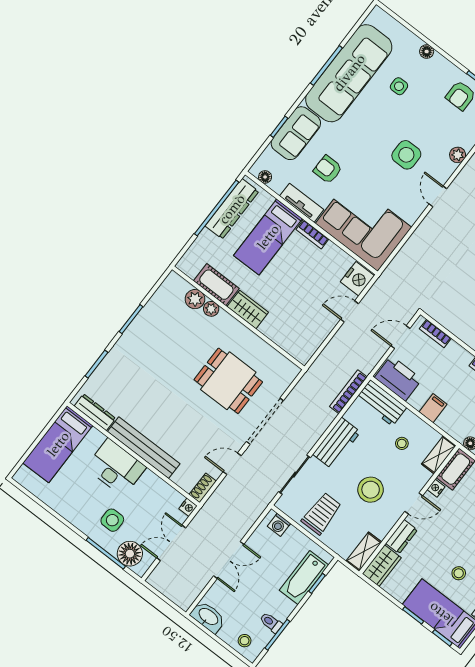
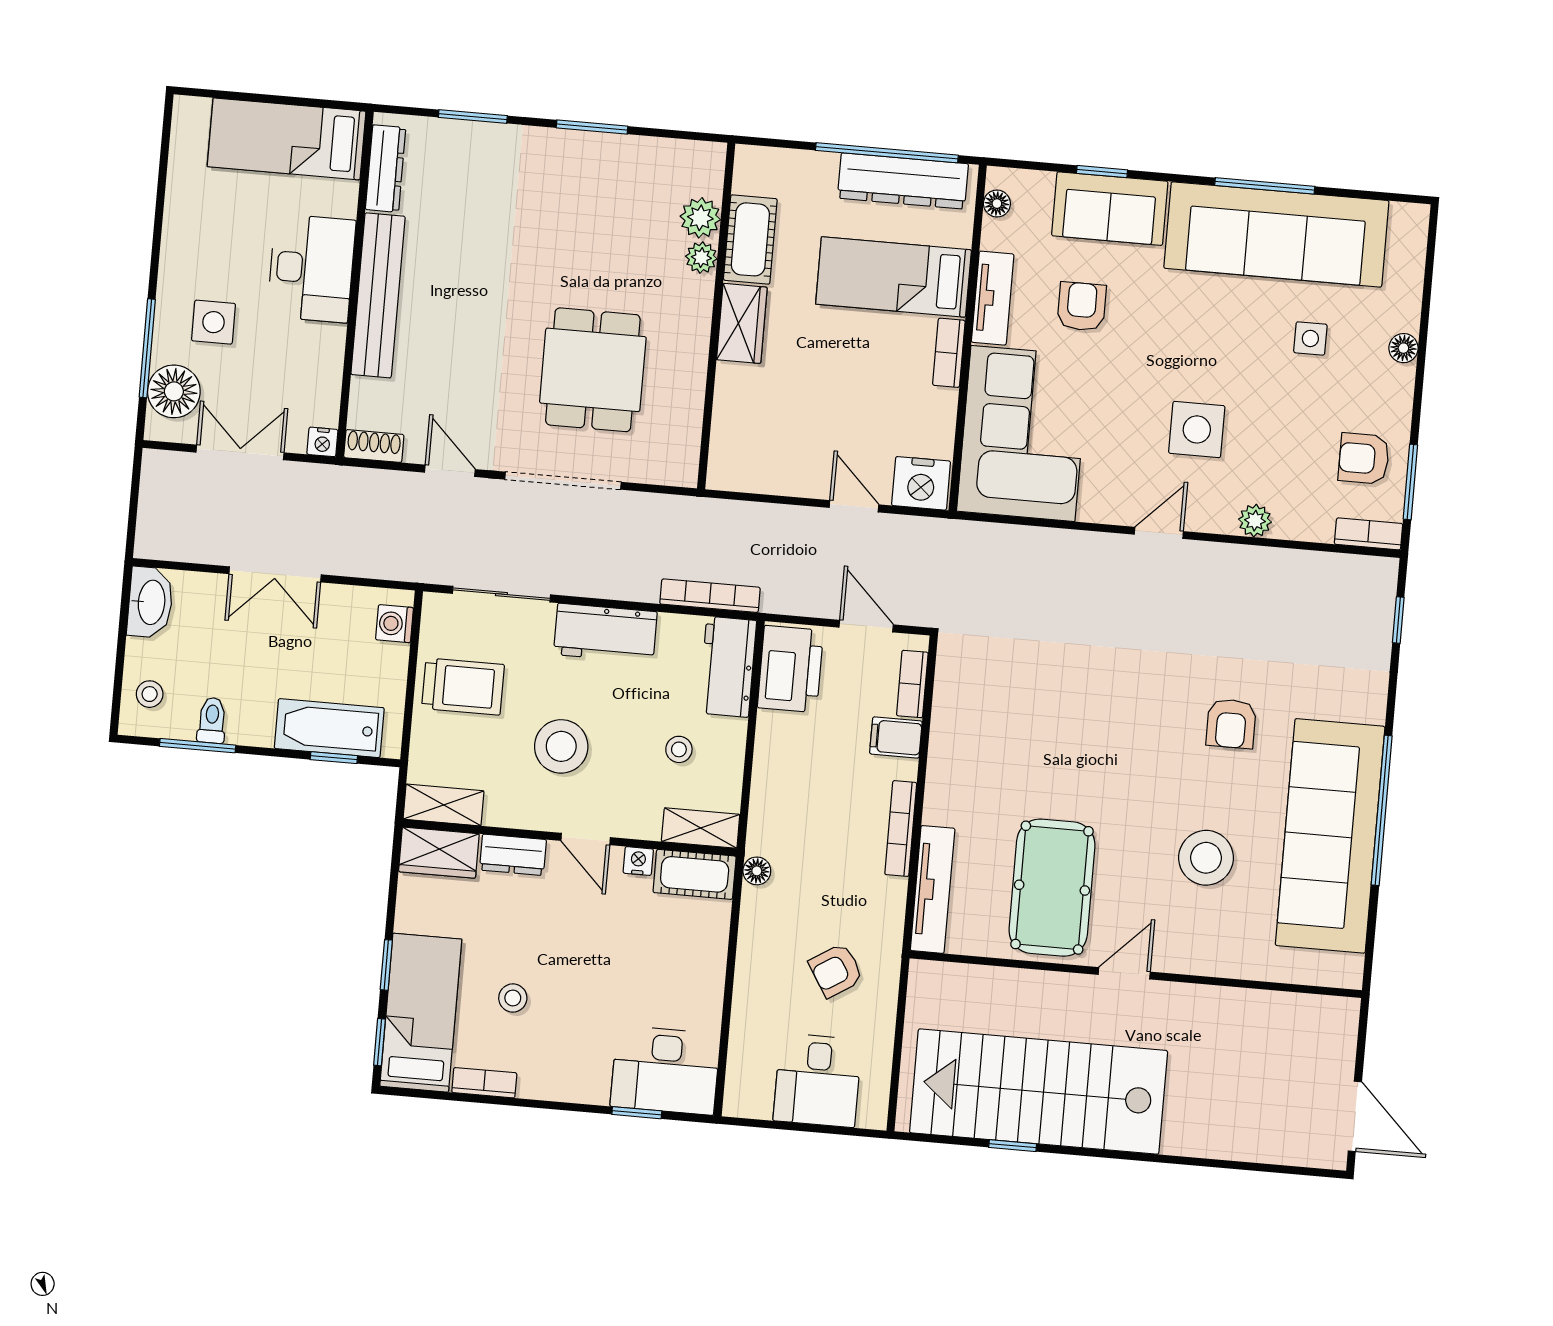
filing cabinet: (433, 408) -> (896, 737), moved, turned 180

